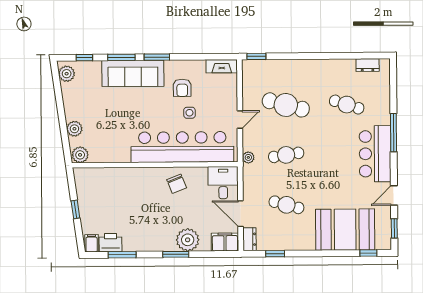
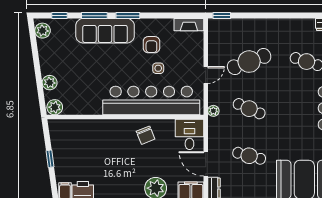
cafe table: (286, 105) -> (249, 62), turned -36
cafe table: (286, 155) -> (249, 109), turned 33

